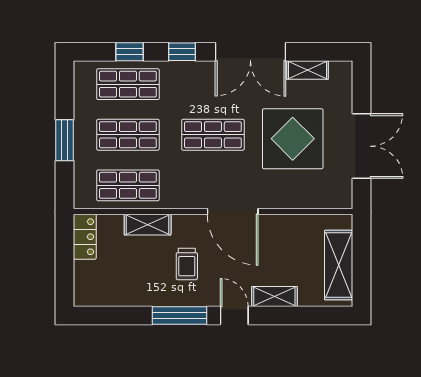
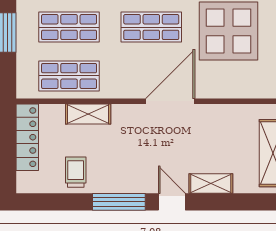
door: (233, 211) -> (170, 101), swing flipped
locker: (85, 237) -> (27, 137), width x1.53
trolley: (187, 264) -> (76, 172), moved, turned 180

